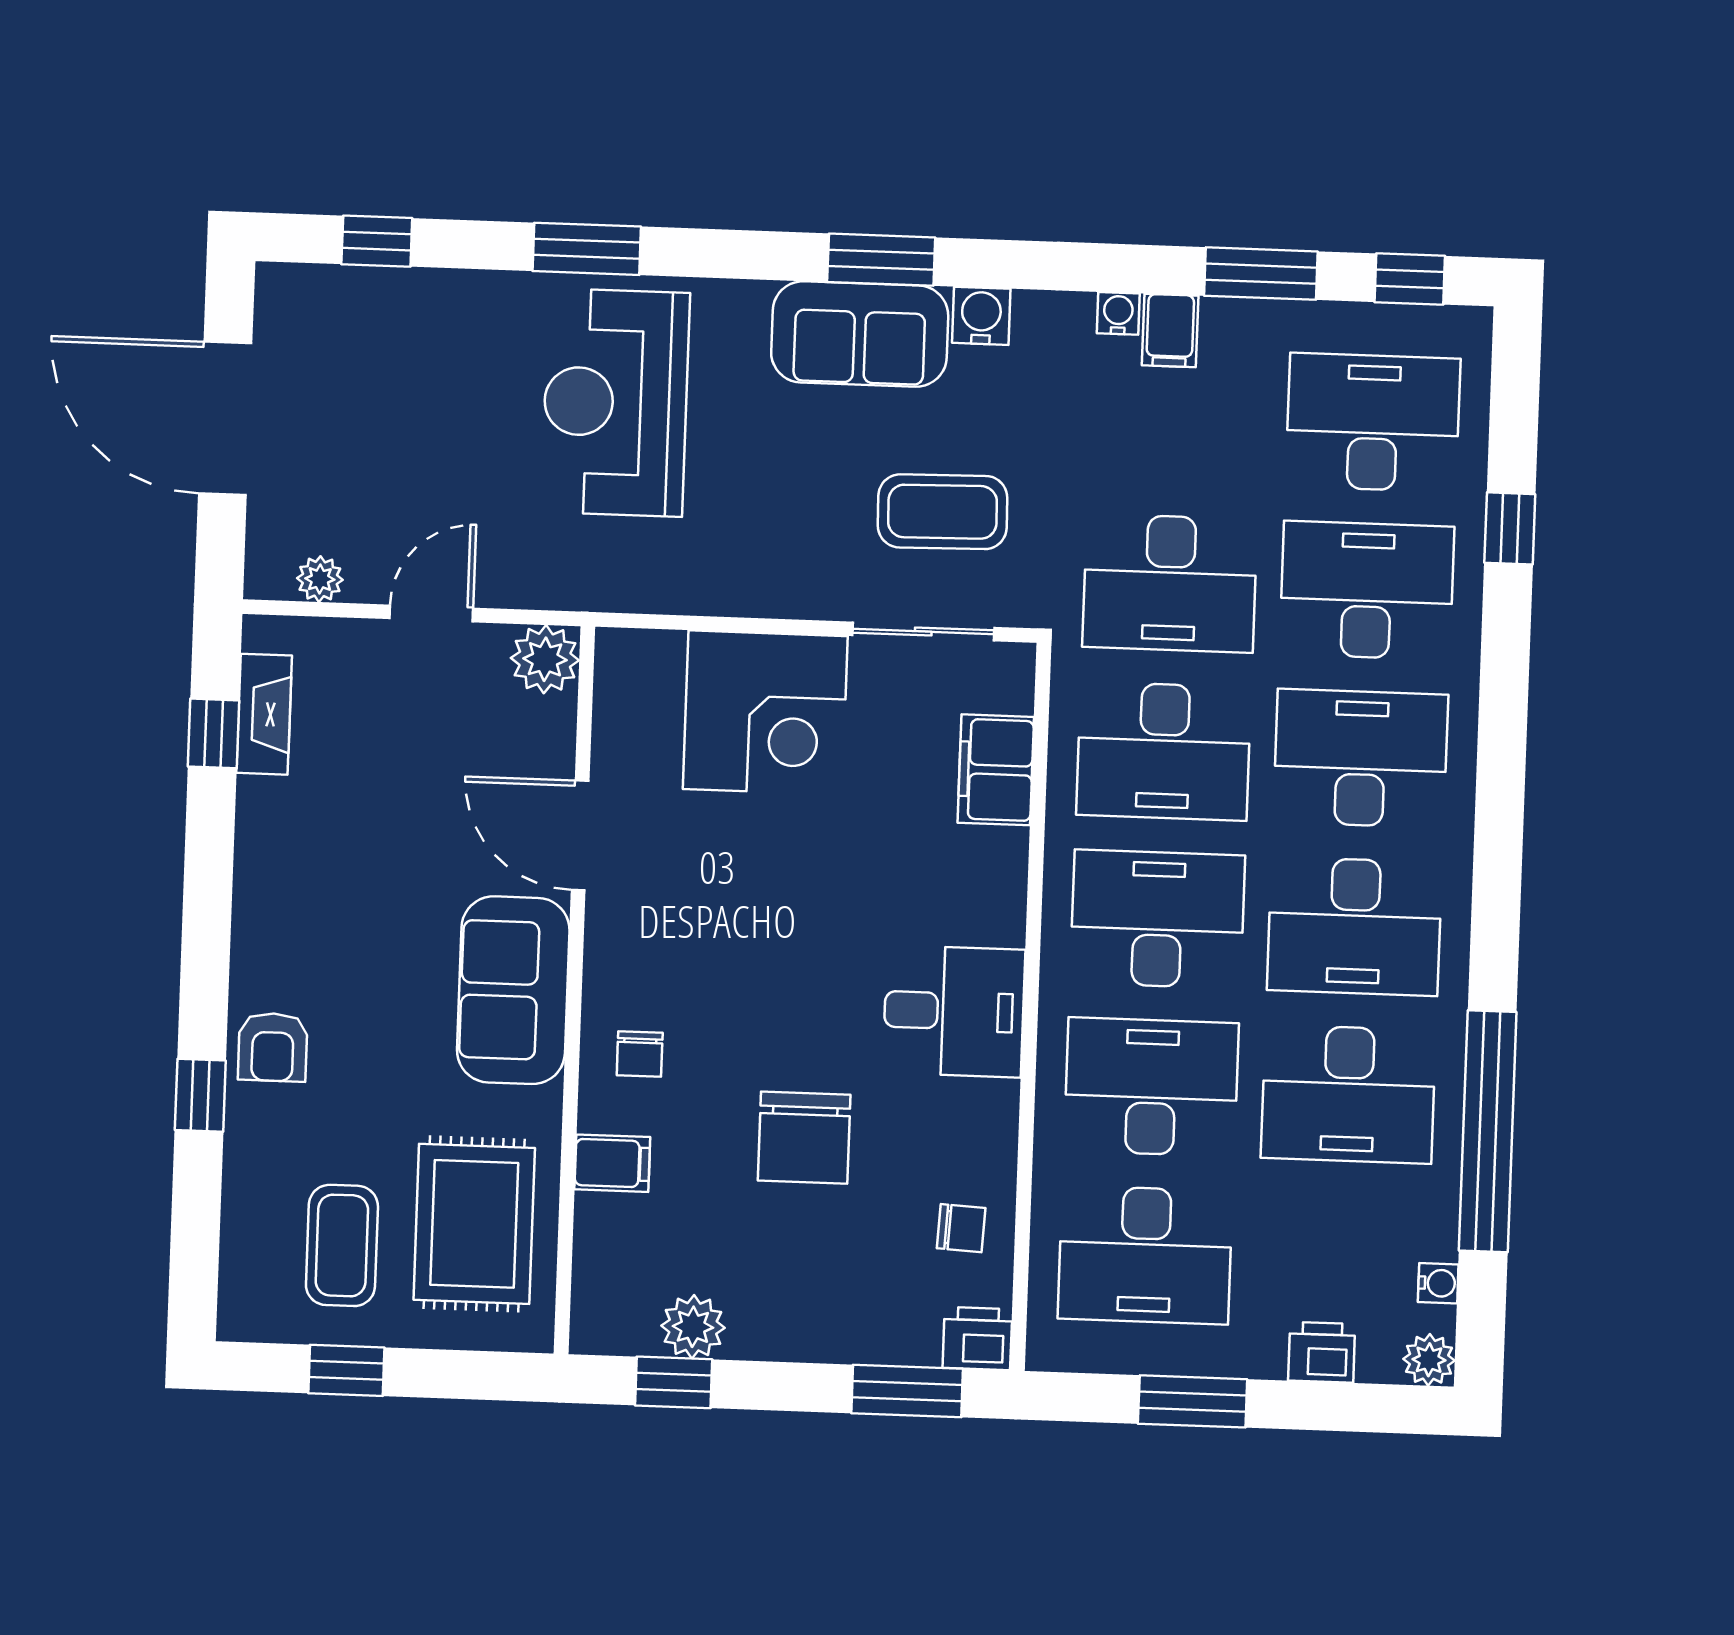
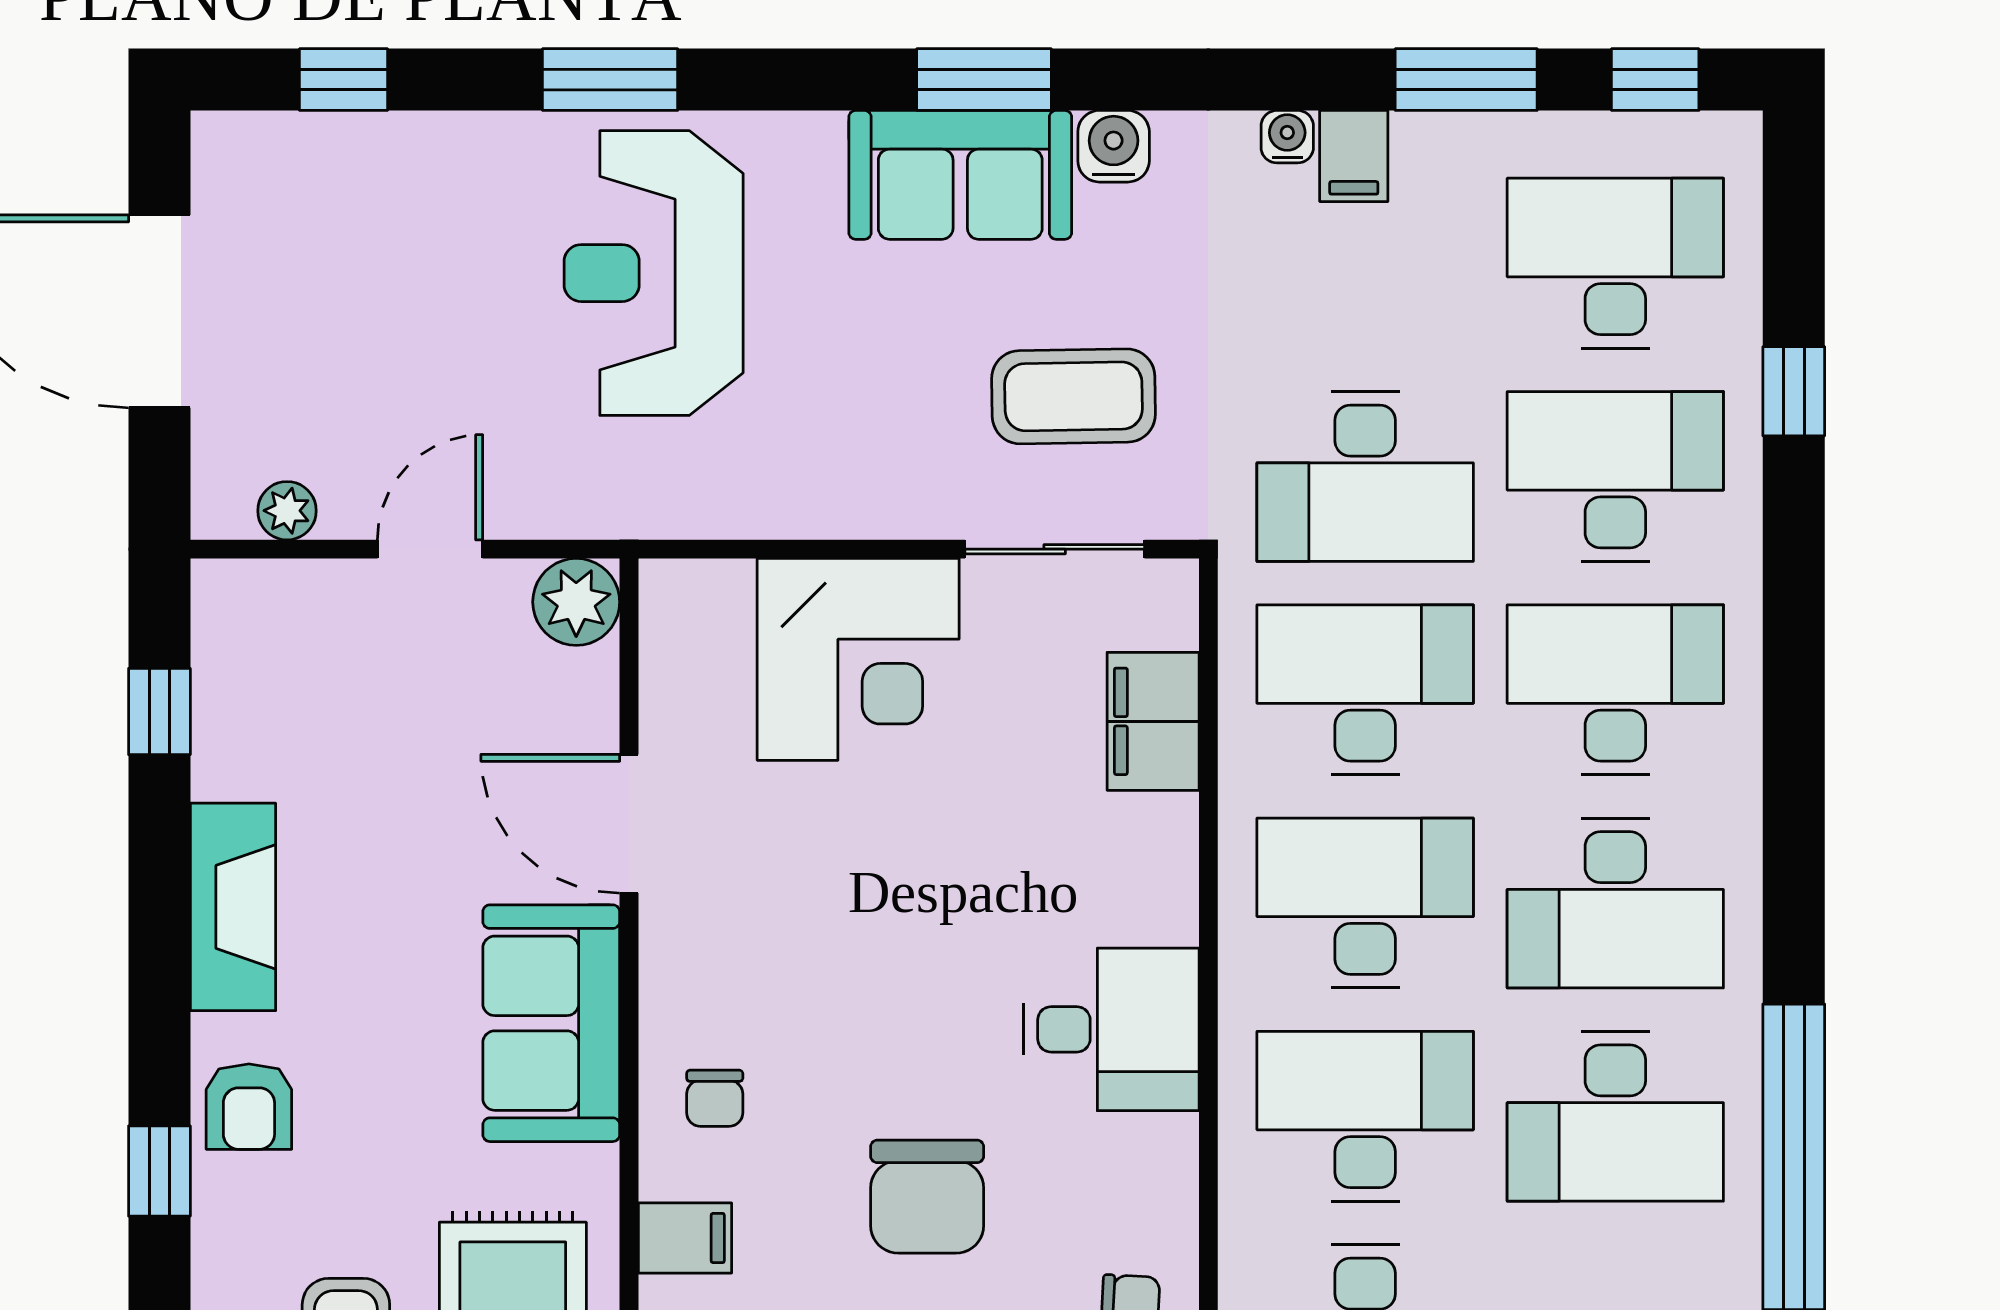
fireplace: (264, 714) -> (233, 907), moved, width x1.37, depth x1.32
desk: (1164, 751) -> (1365, 690), turned 180

